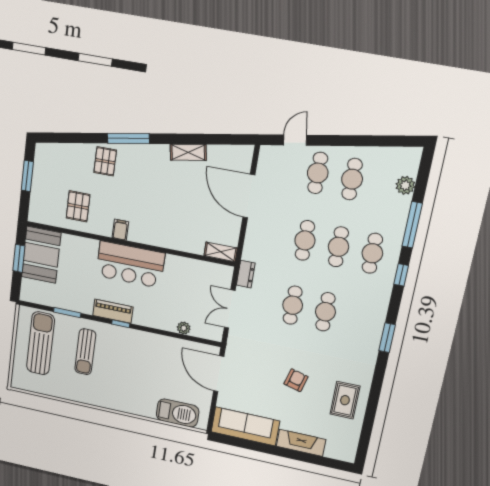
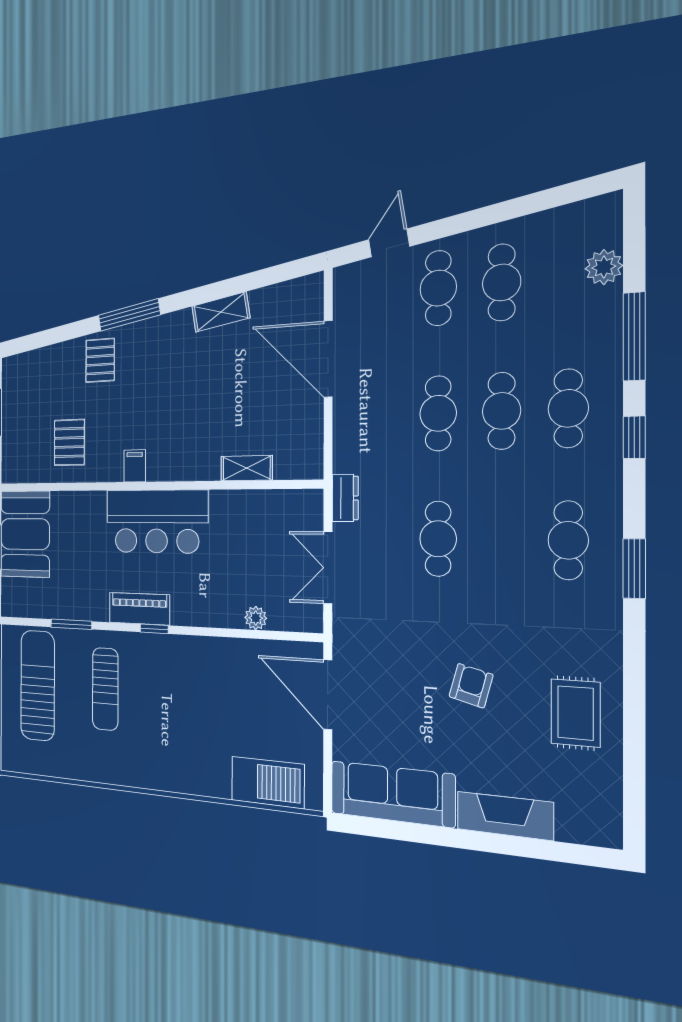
shelving: (221, 252) -> (247, 468), moved
cafe table: (325, 312) -> (568, 540), moved

